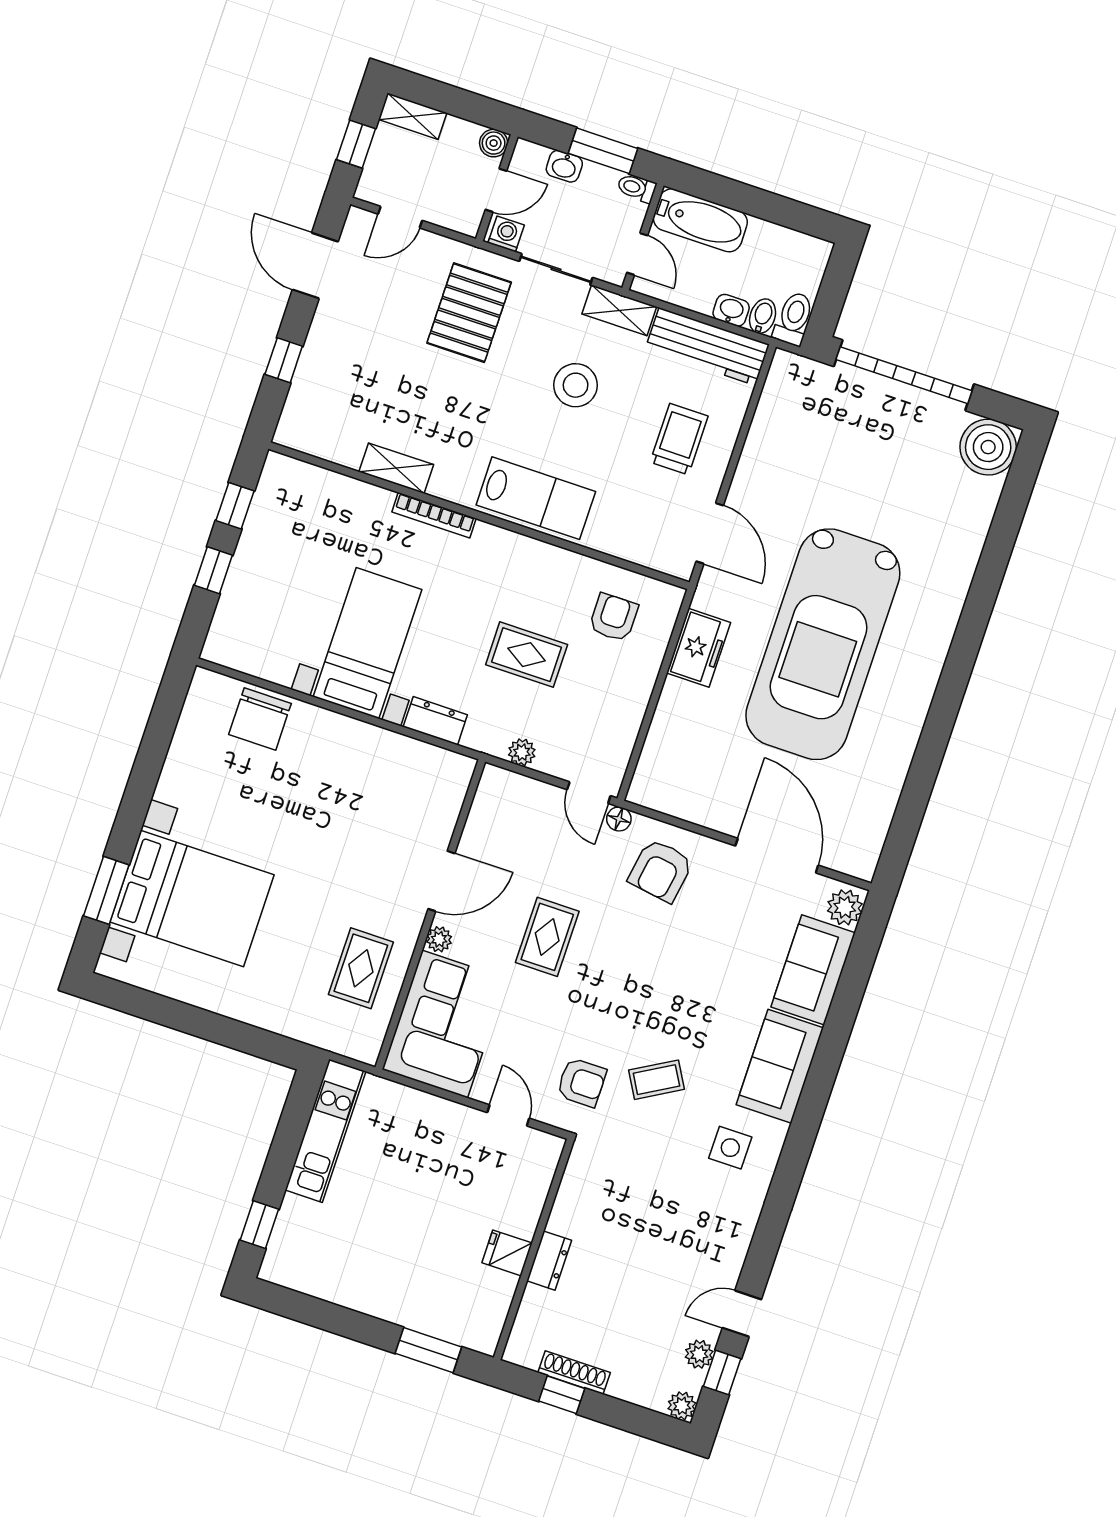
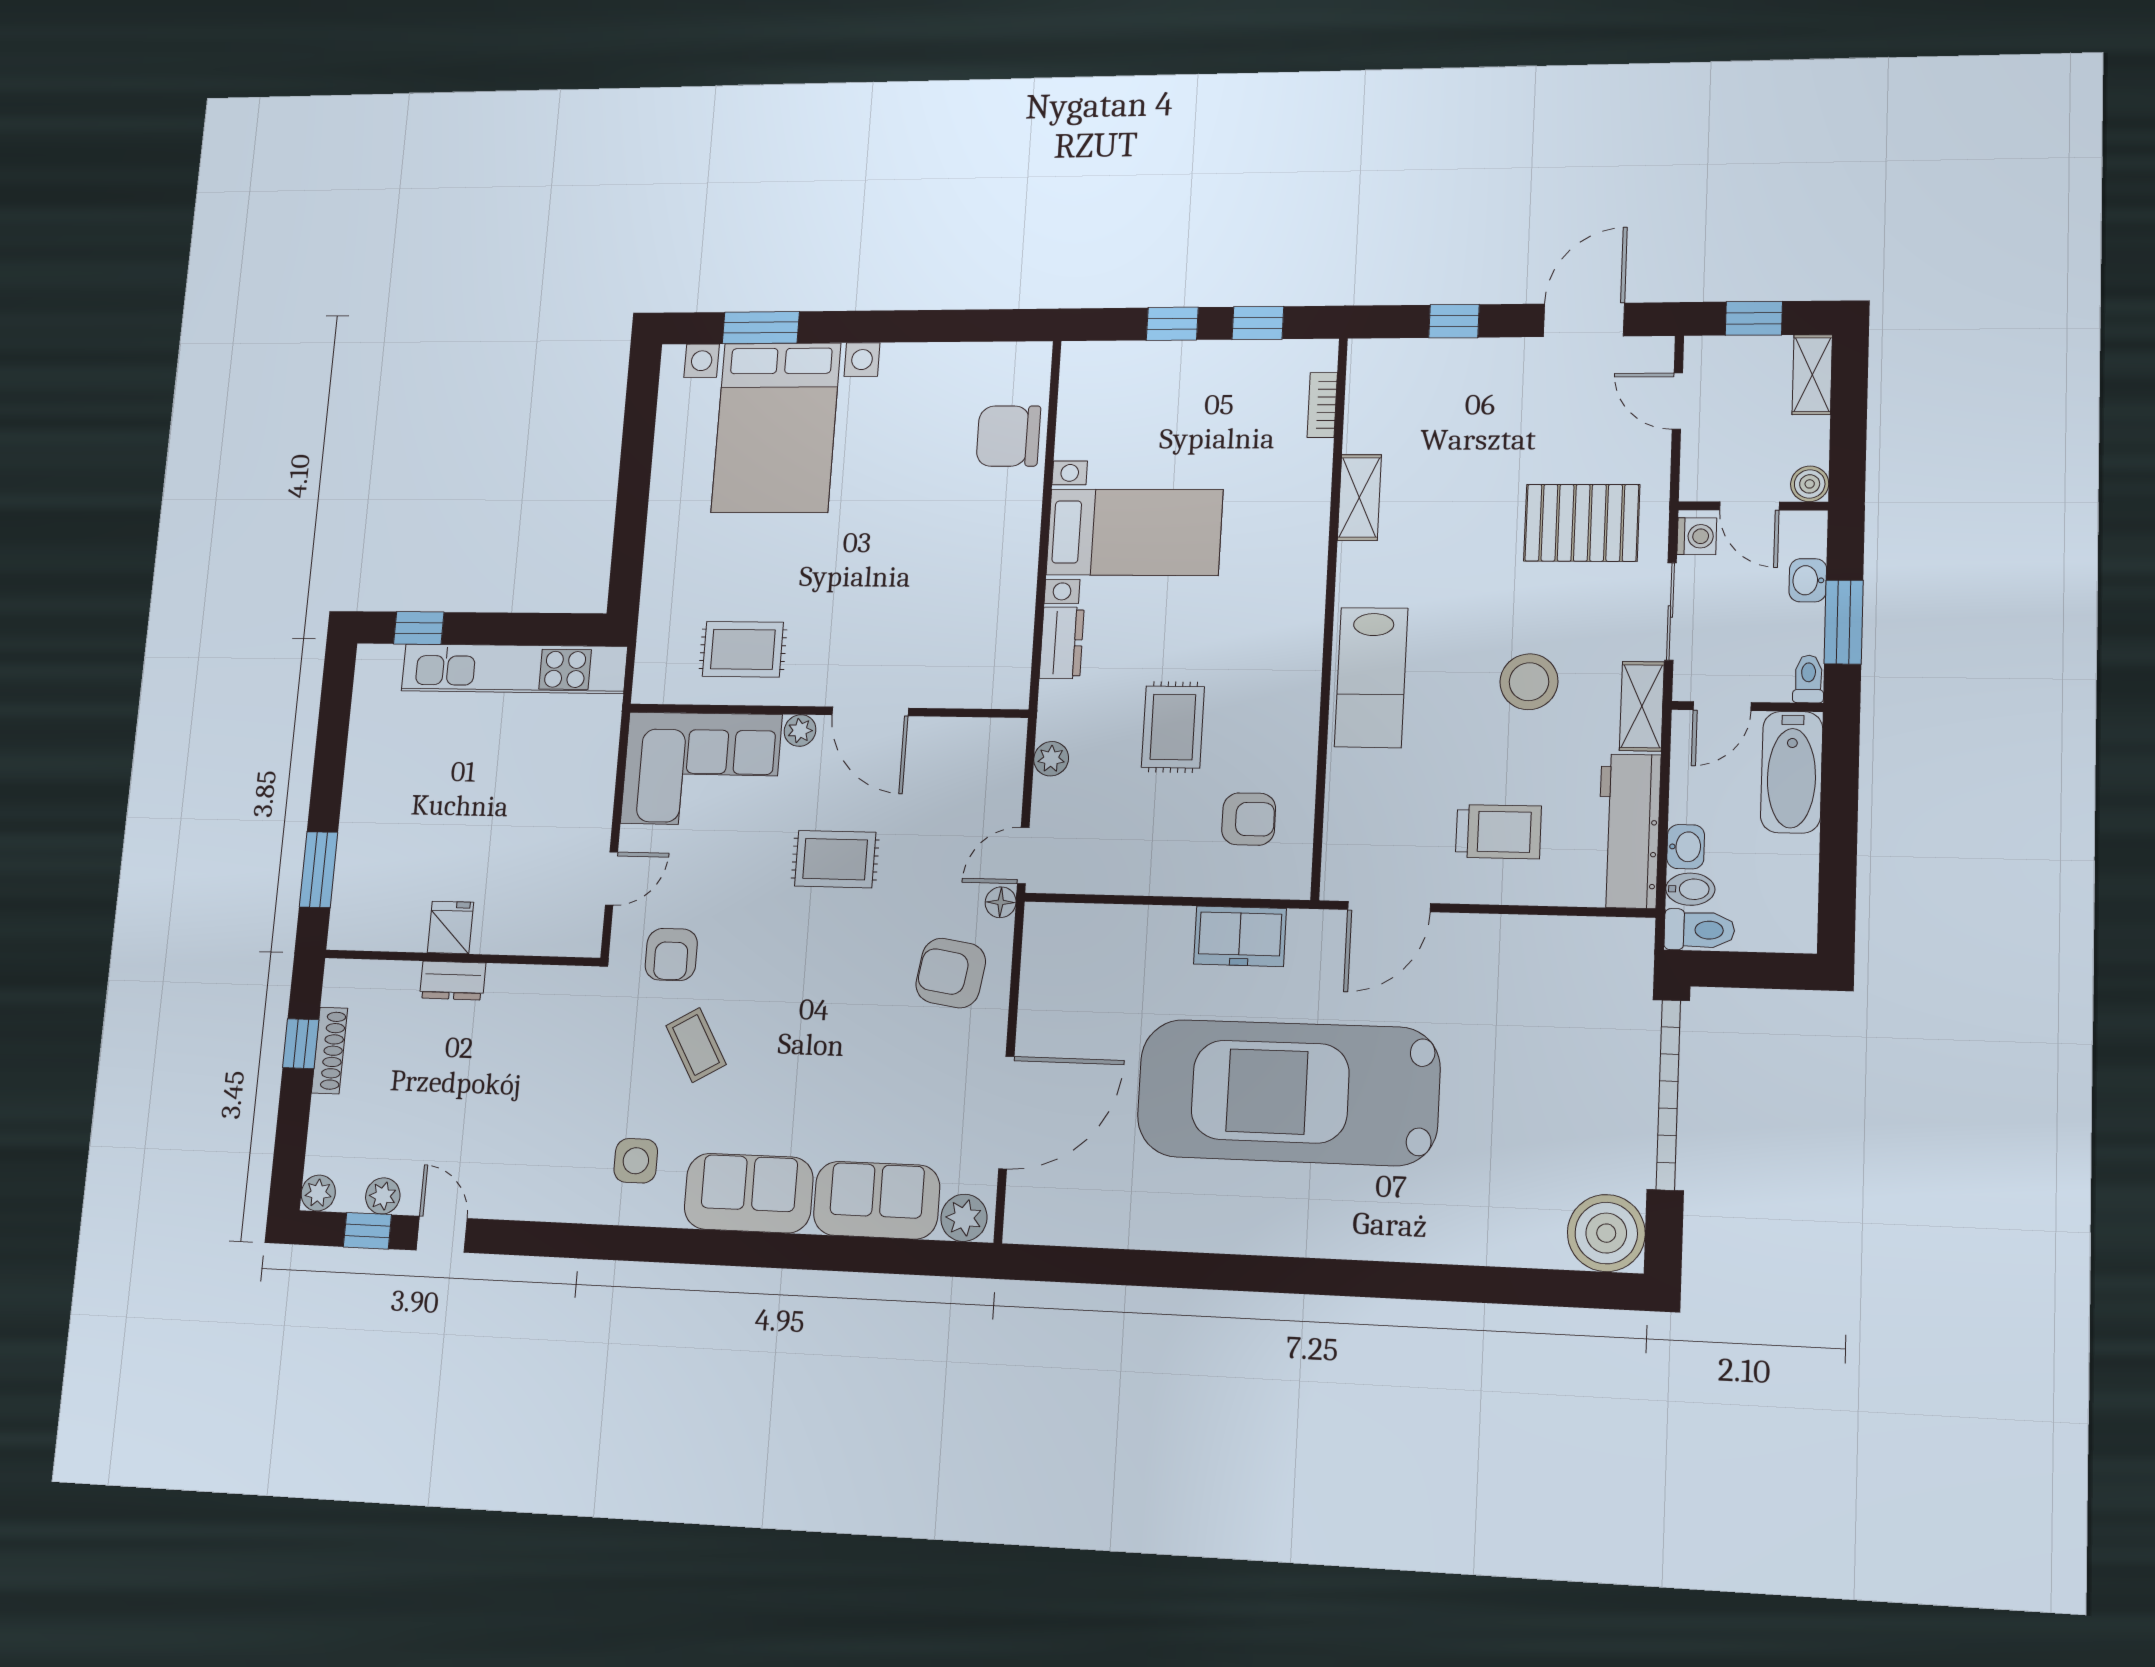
bookcase: (434, 515) -> (1322, 405), moved, width x0.64
kitchen unit: (326, 1131) -> (514, 669), width x1.36

